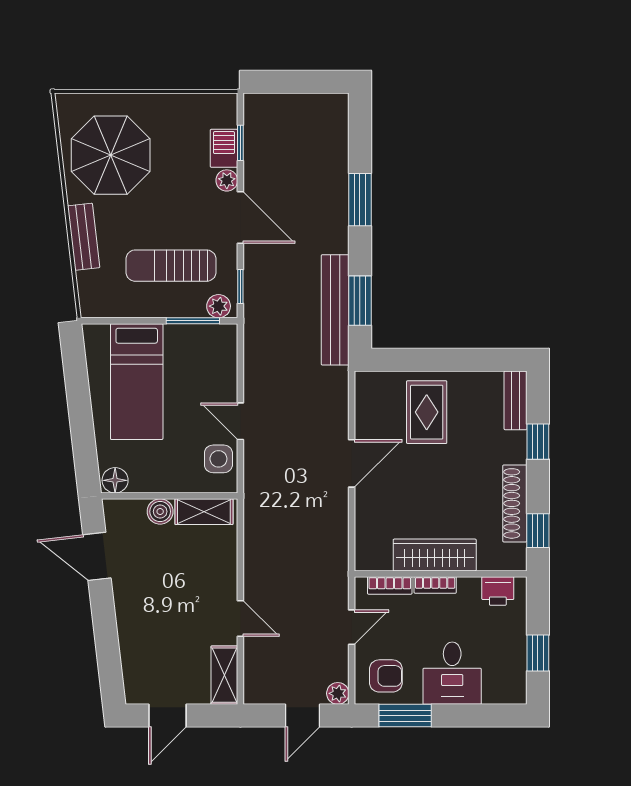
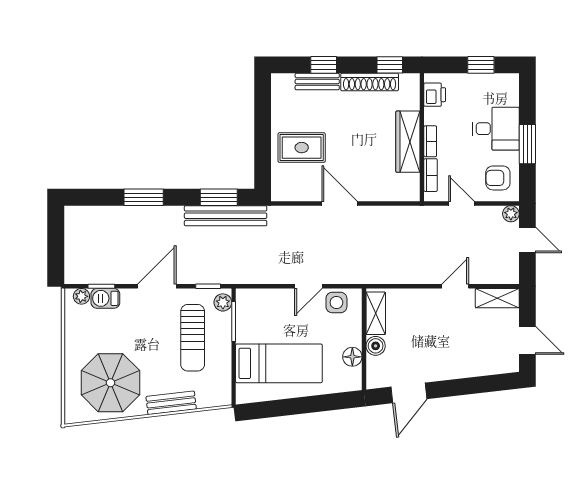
plant: (227, 180) -> (81, 296), moved
bench: (515, 400) -> (317, 82), moved
floor lamp: (115, 480) -> (352, 357), moved
armchair: (386, 676) -> (498, 178), turned -90
window: (405, 716) -> (527, 144), moved

